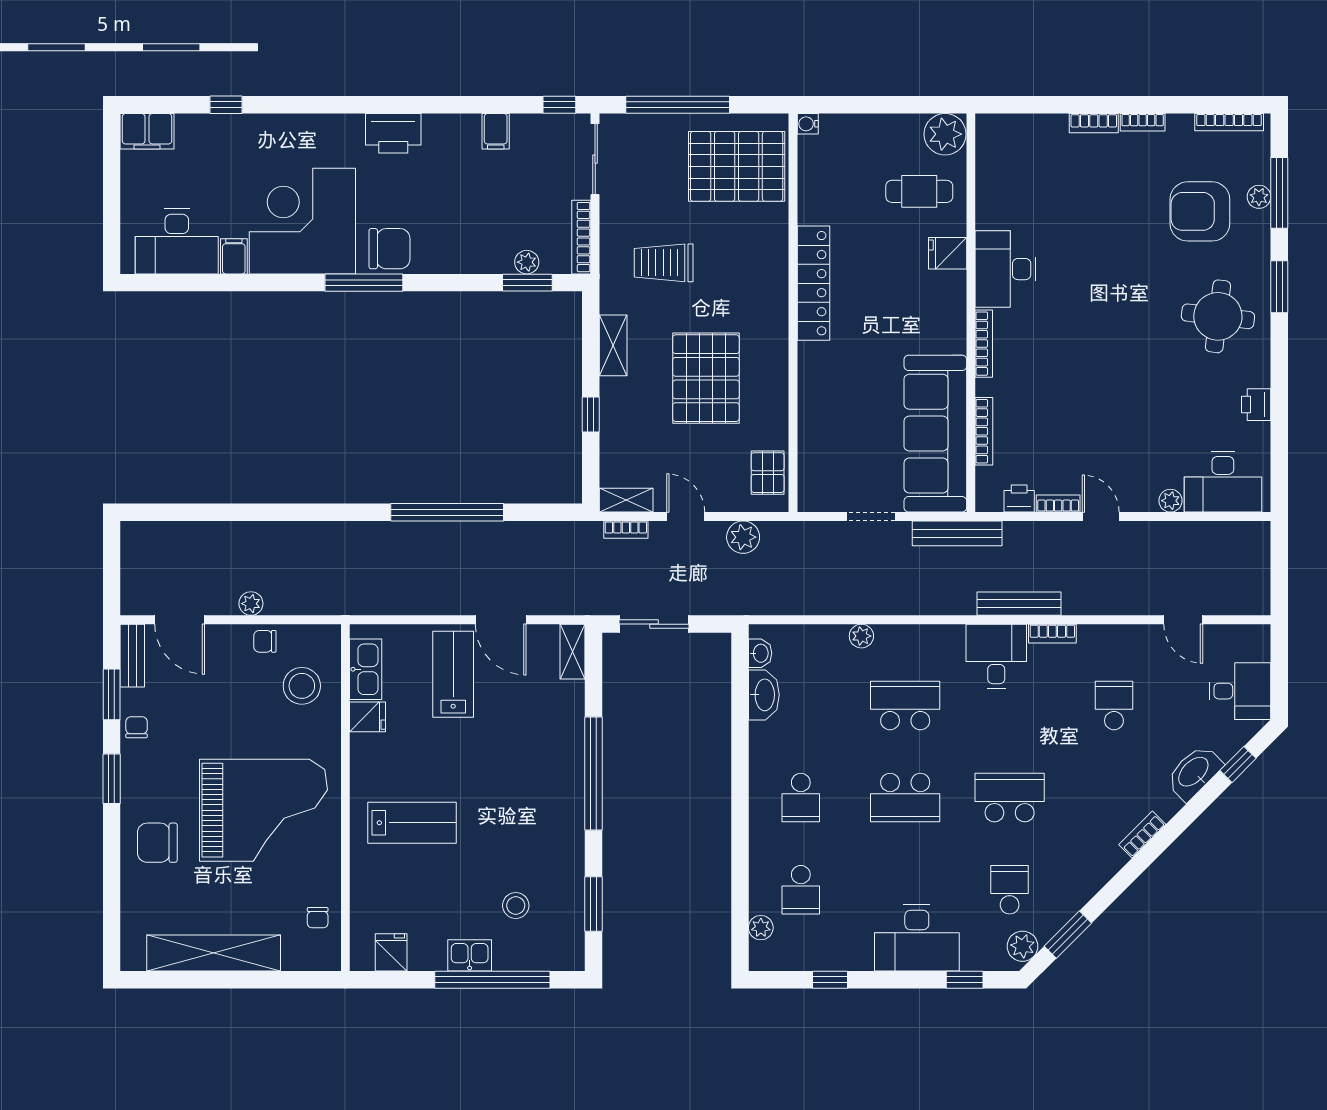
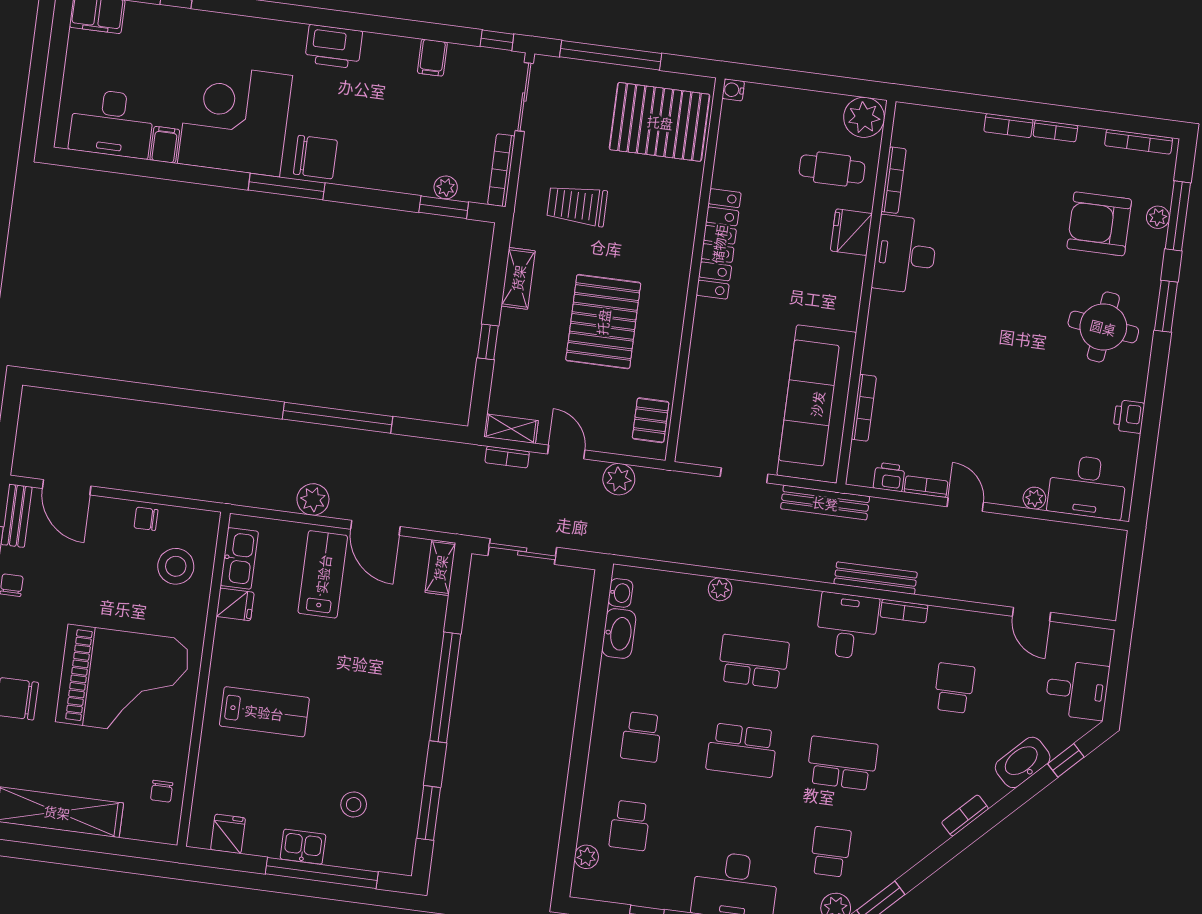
fridge: (948, 253) -> (851, 232), width x1.38
bookcase: (984, 344) -> (894, 180), moved
plant: (251, 604) -> (313, 499), moved, width x1.38, depth x1.38

